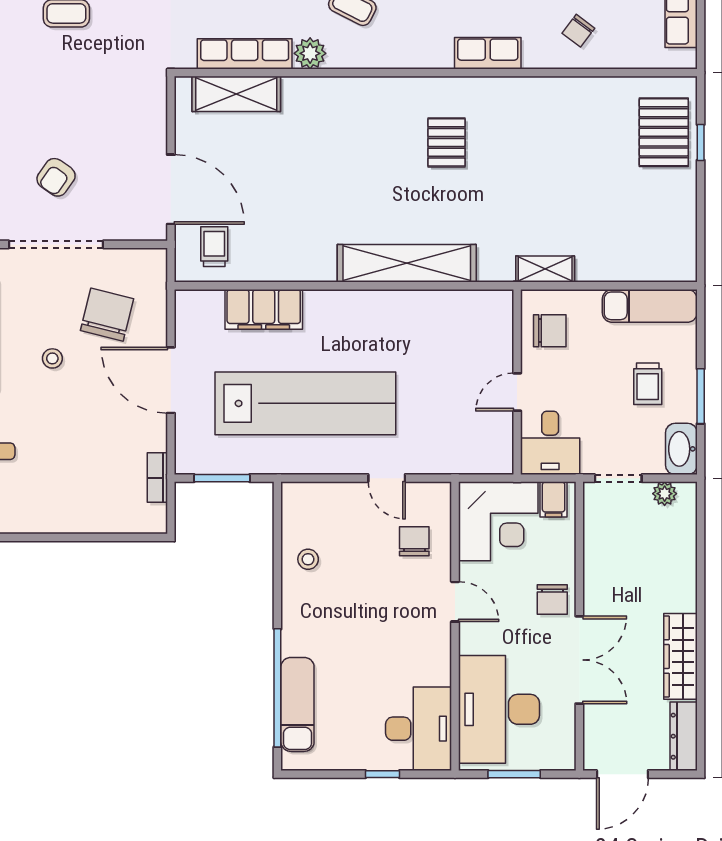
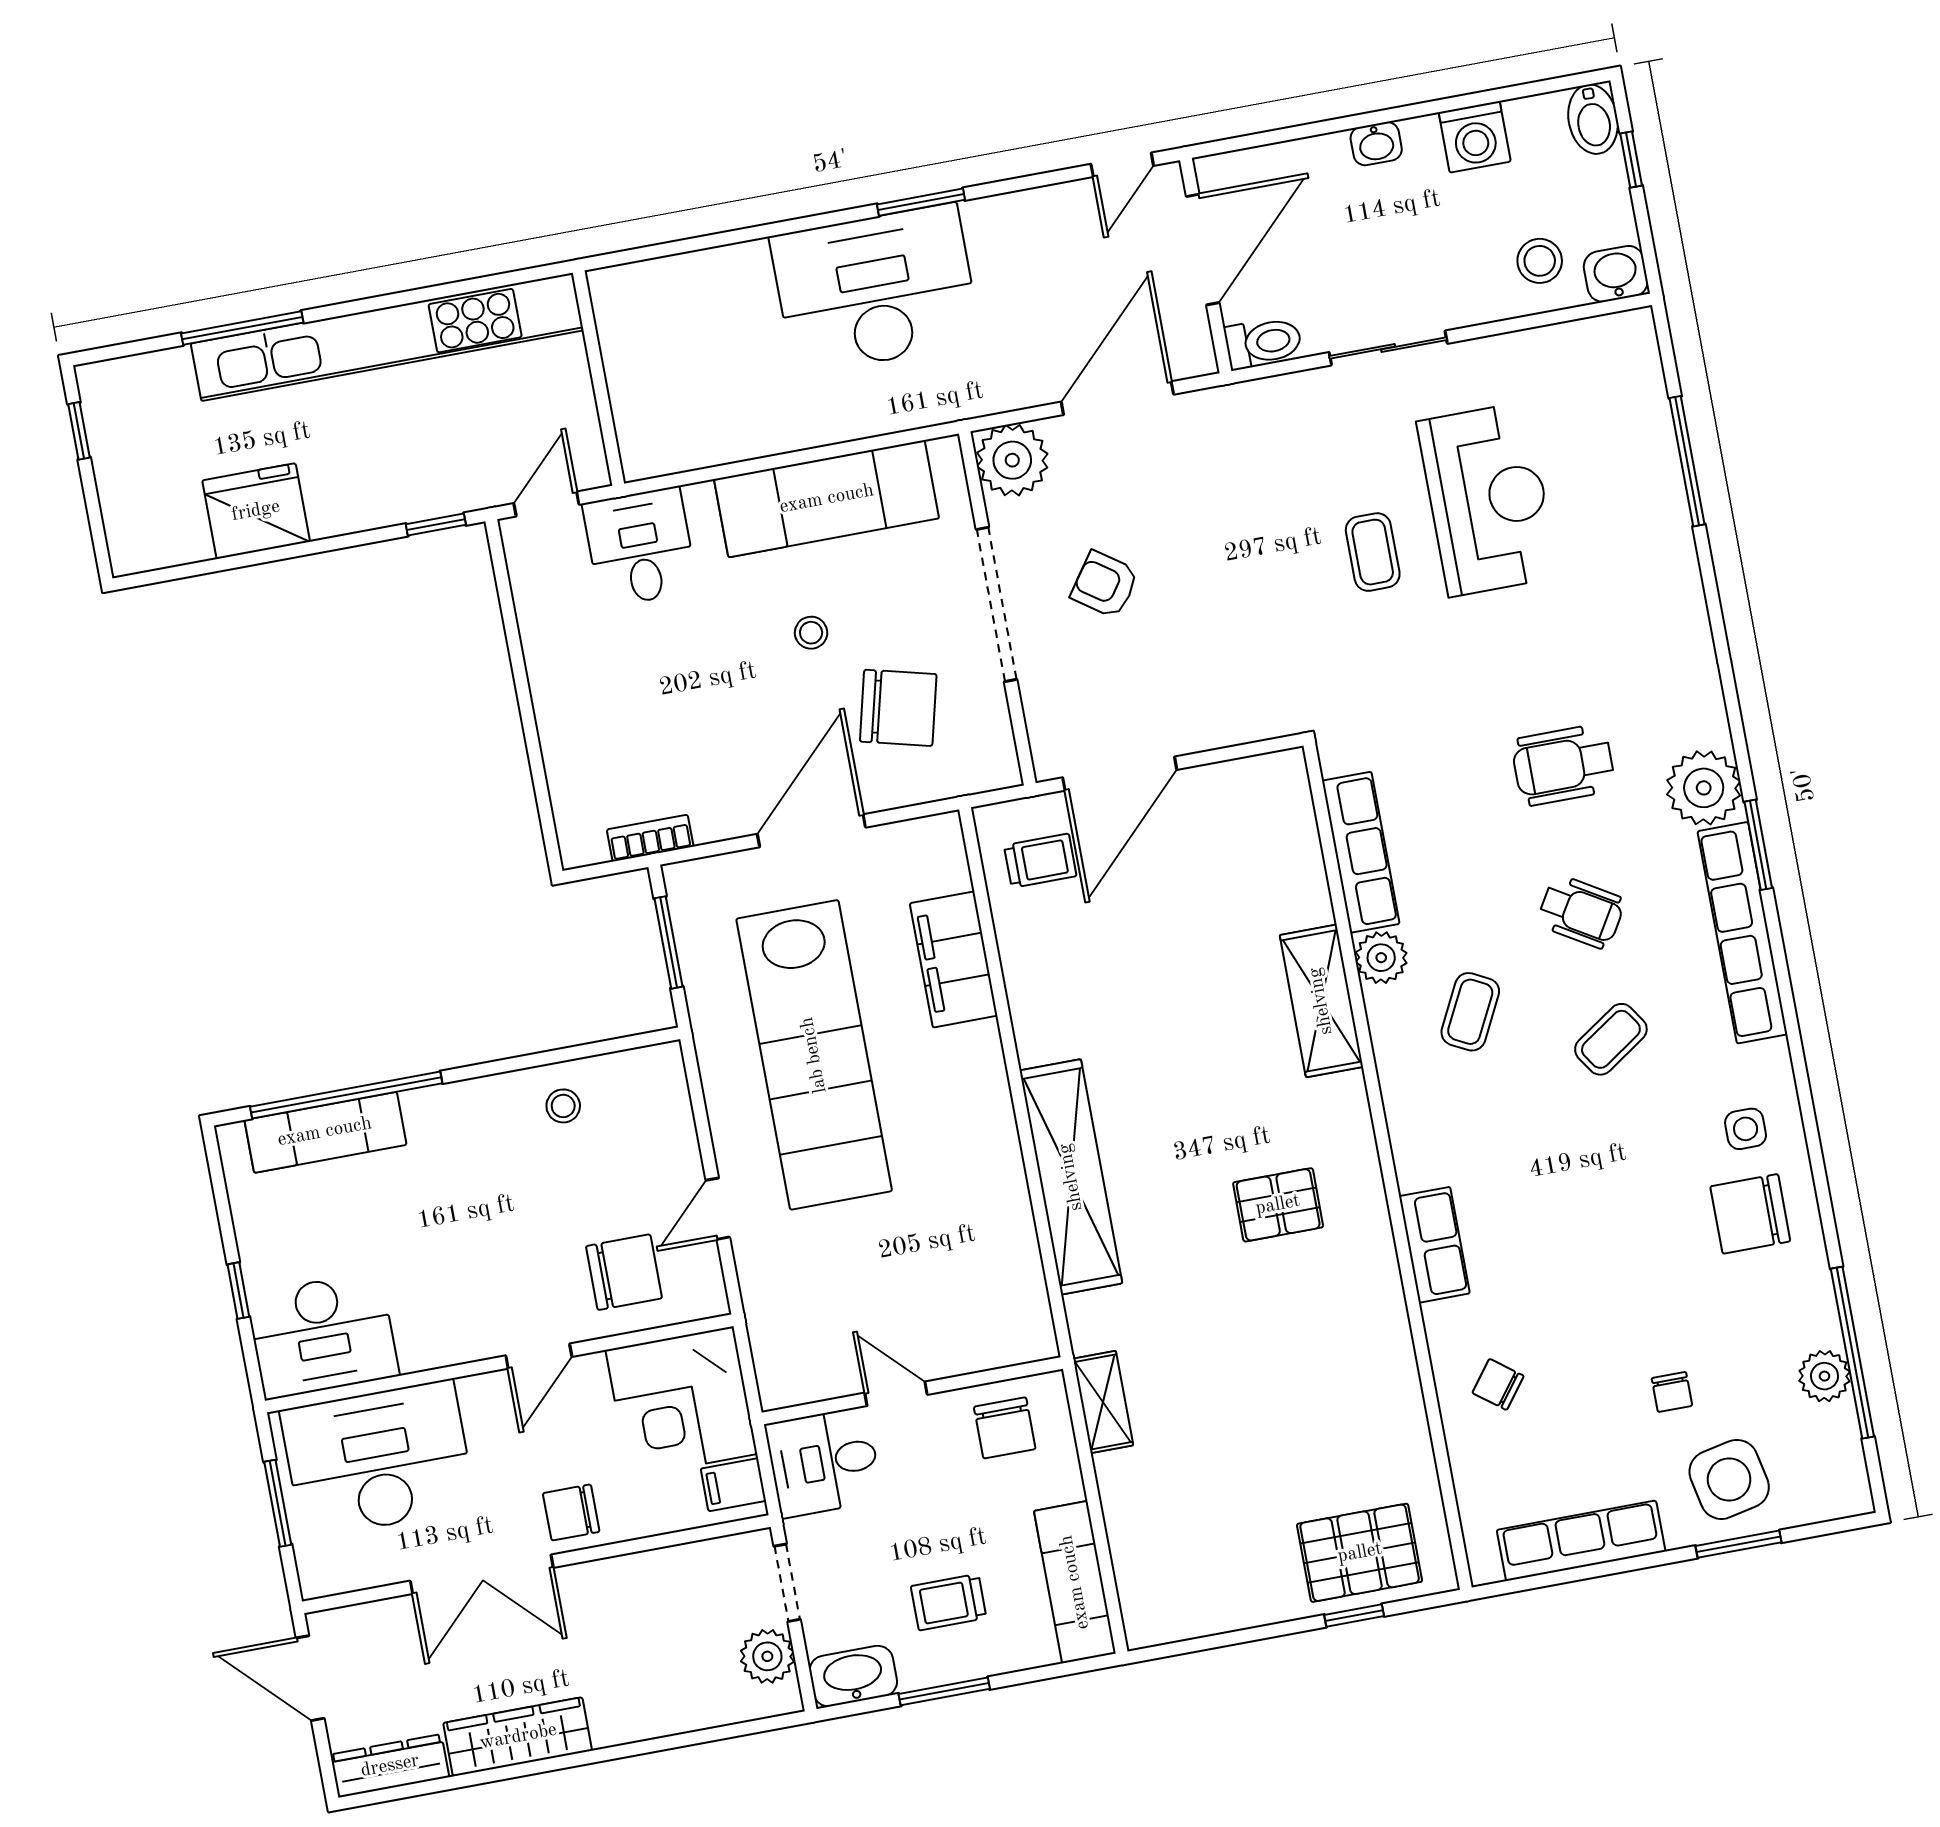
shelving: (236, 94) -> (1321, 1001), moved
plant: (665, 494) -> (767, 1656), width x1.38, depth x1.38
chair: (414, 541) -> (624, 1272), width x1.37, depth x1.37

